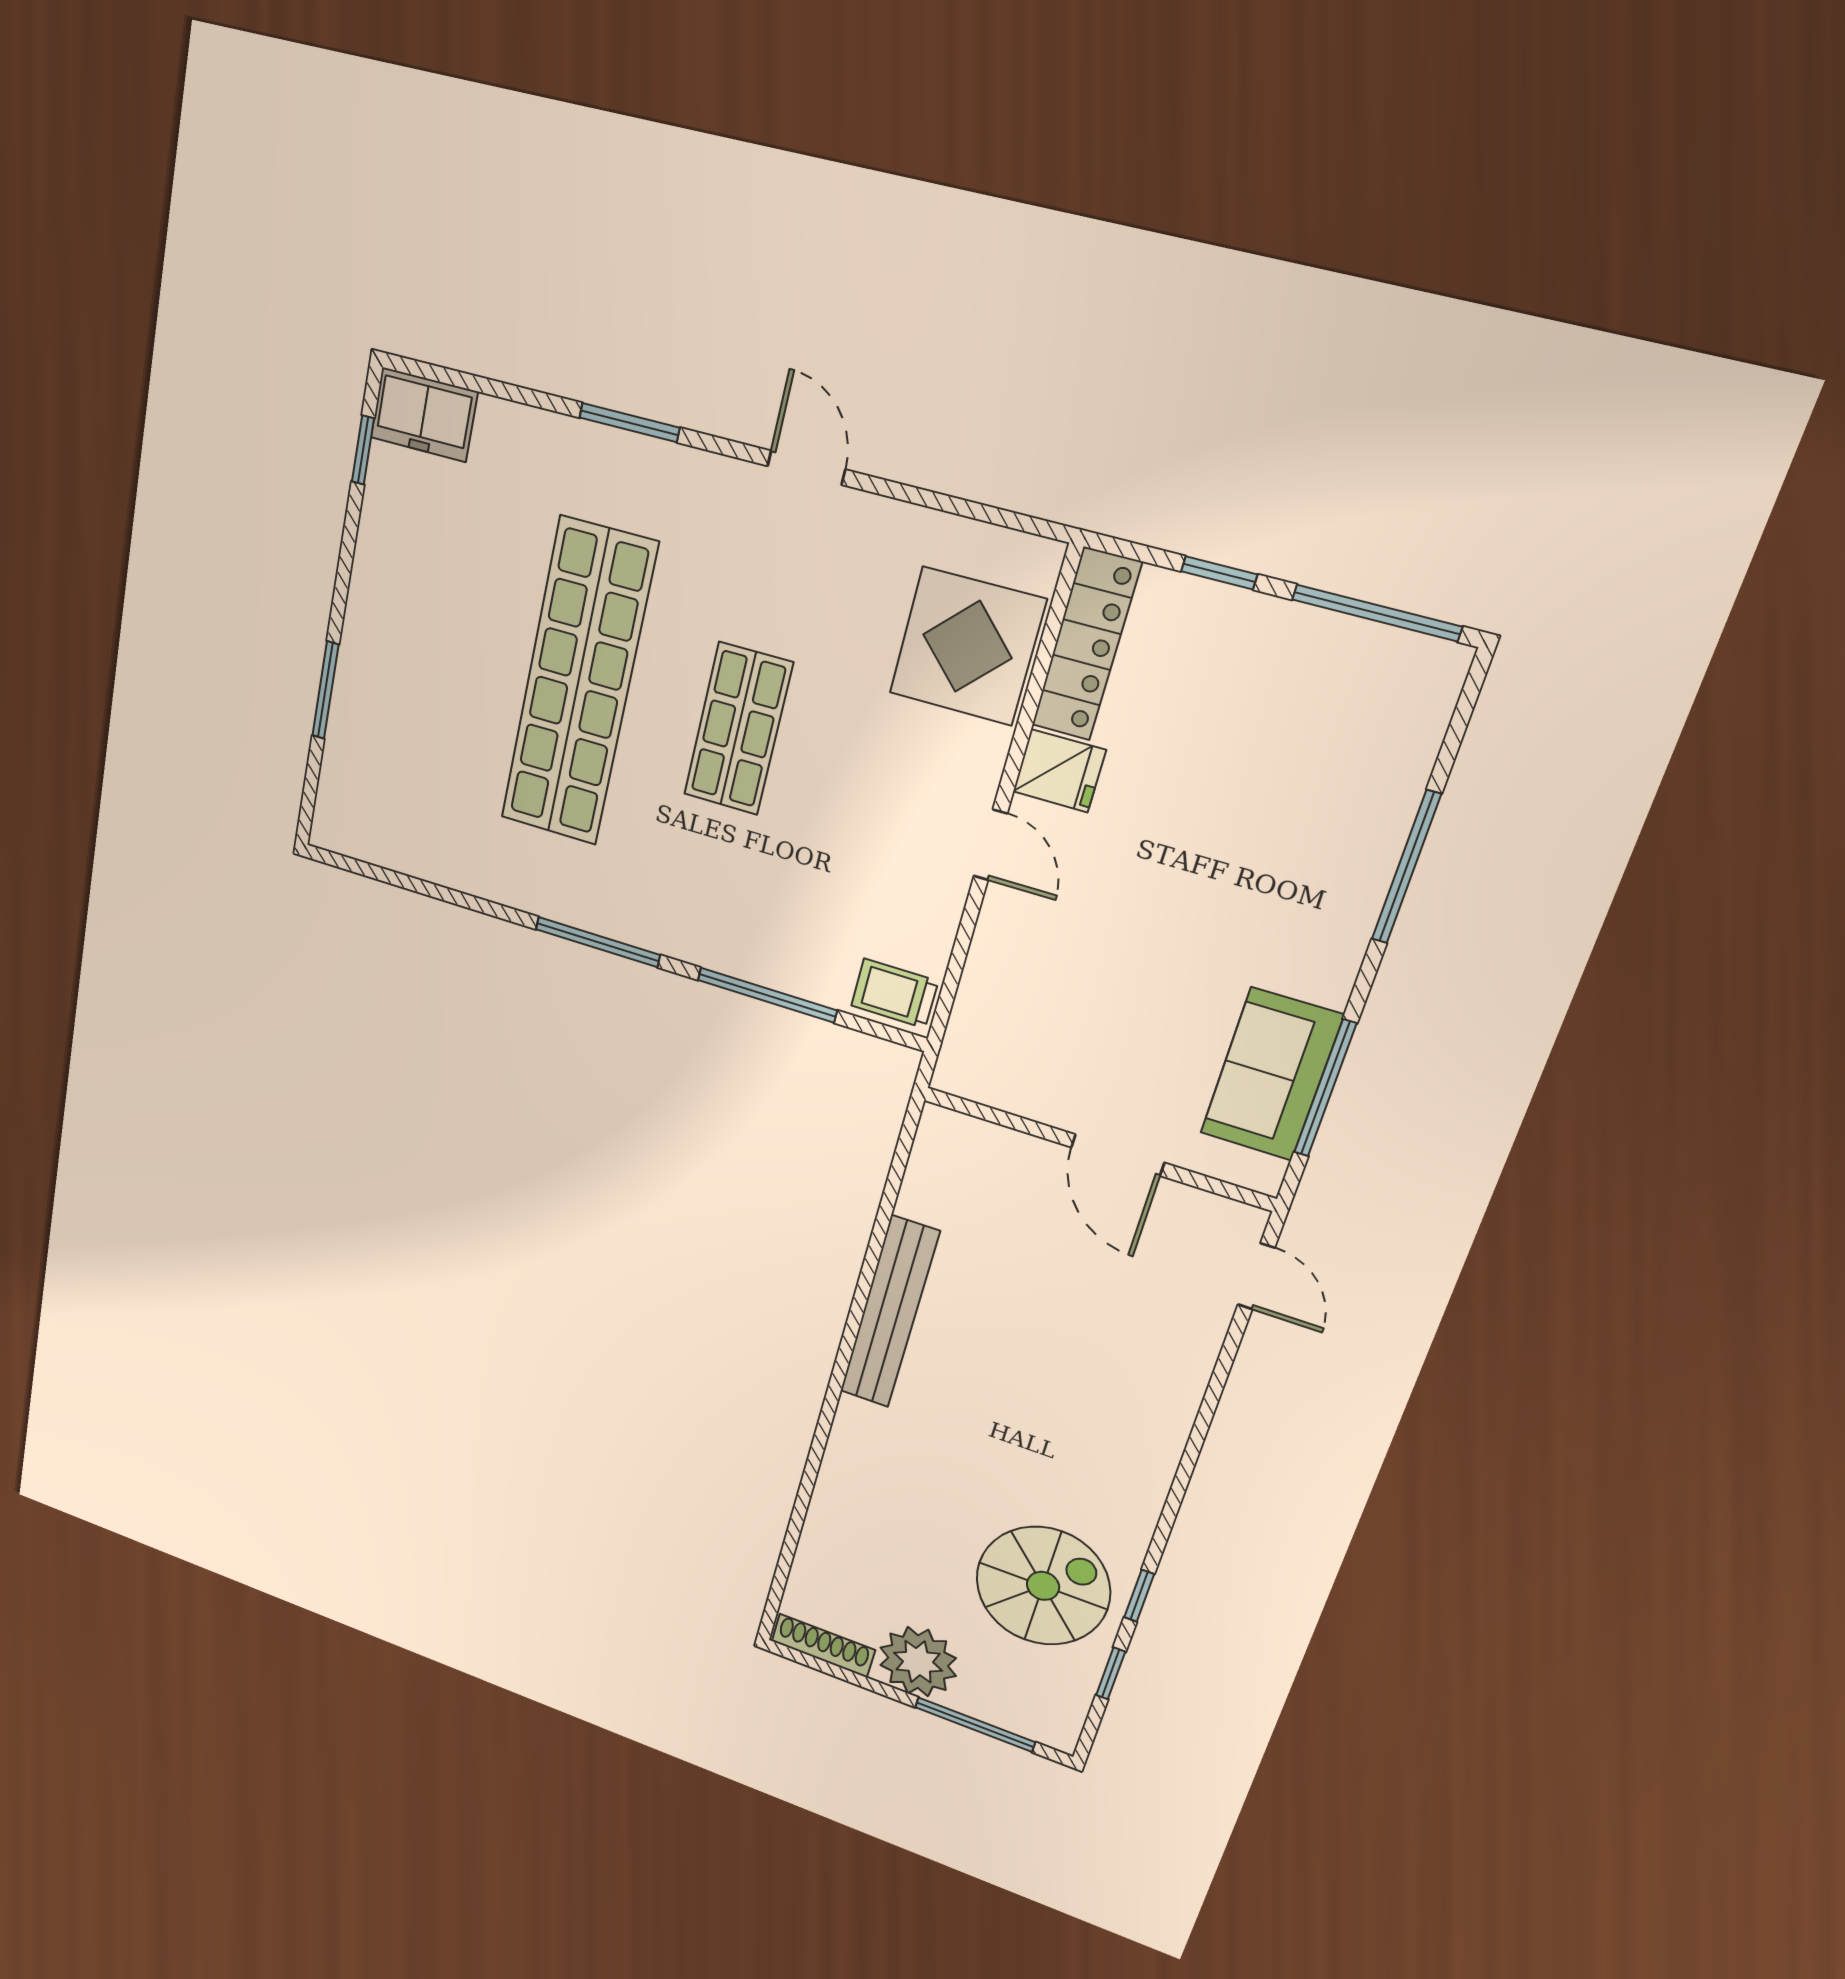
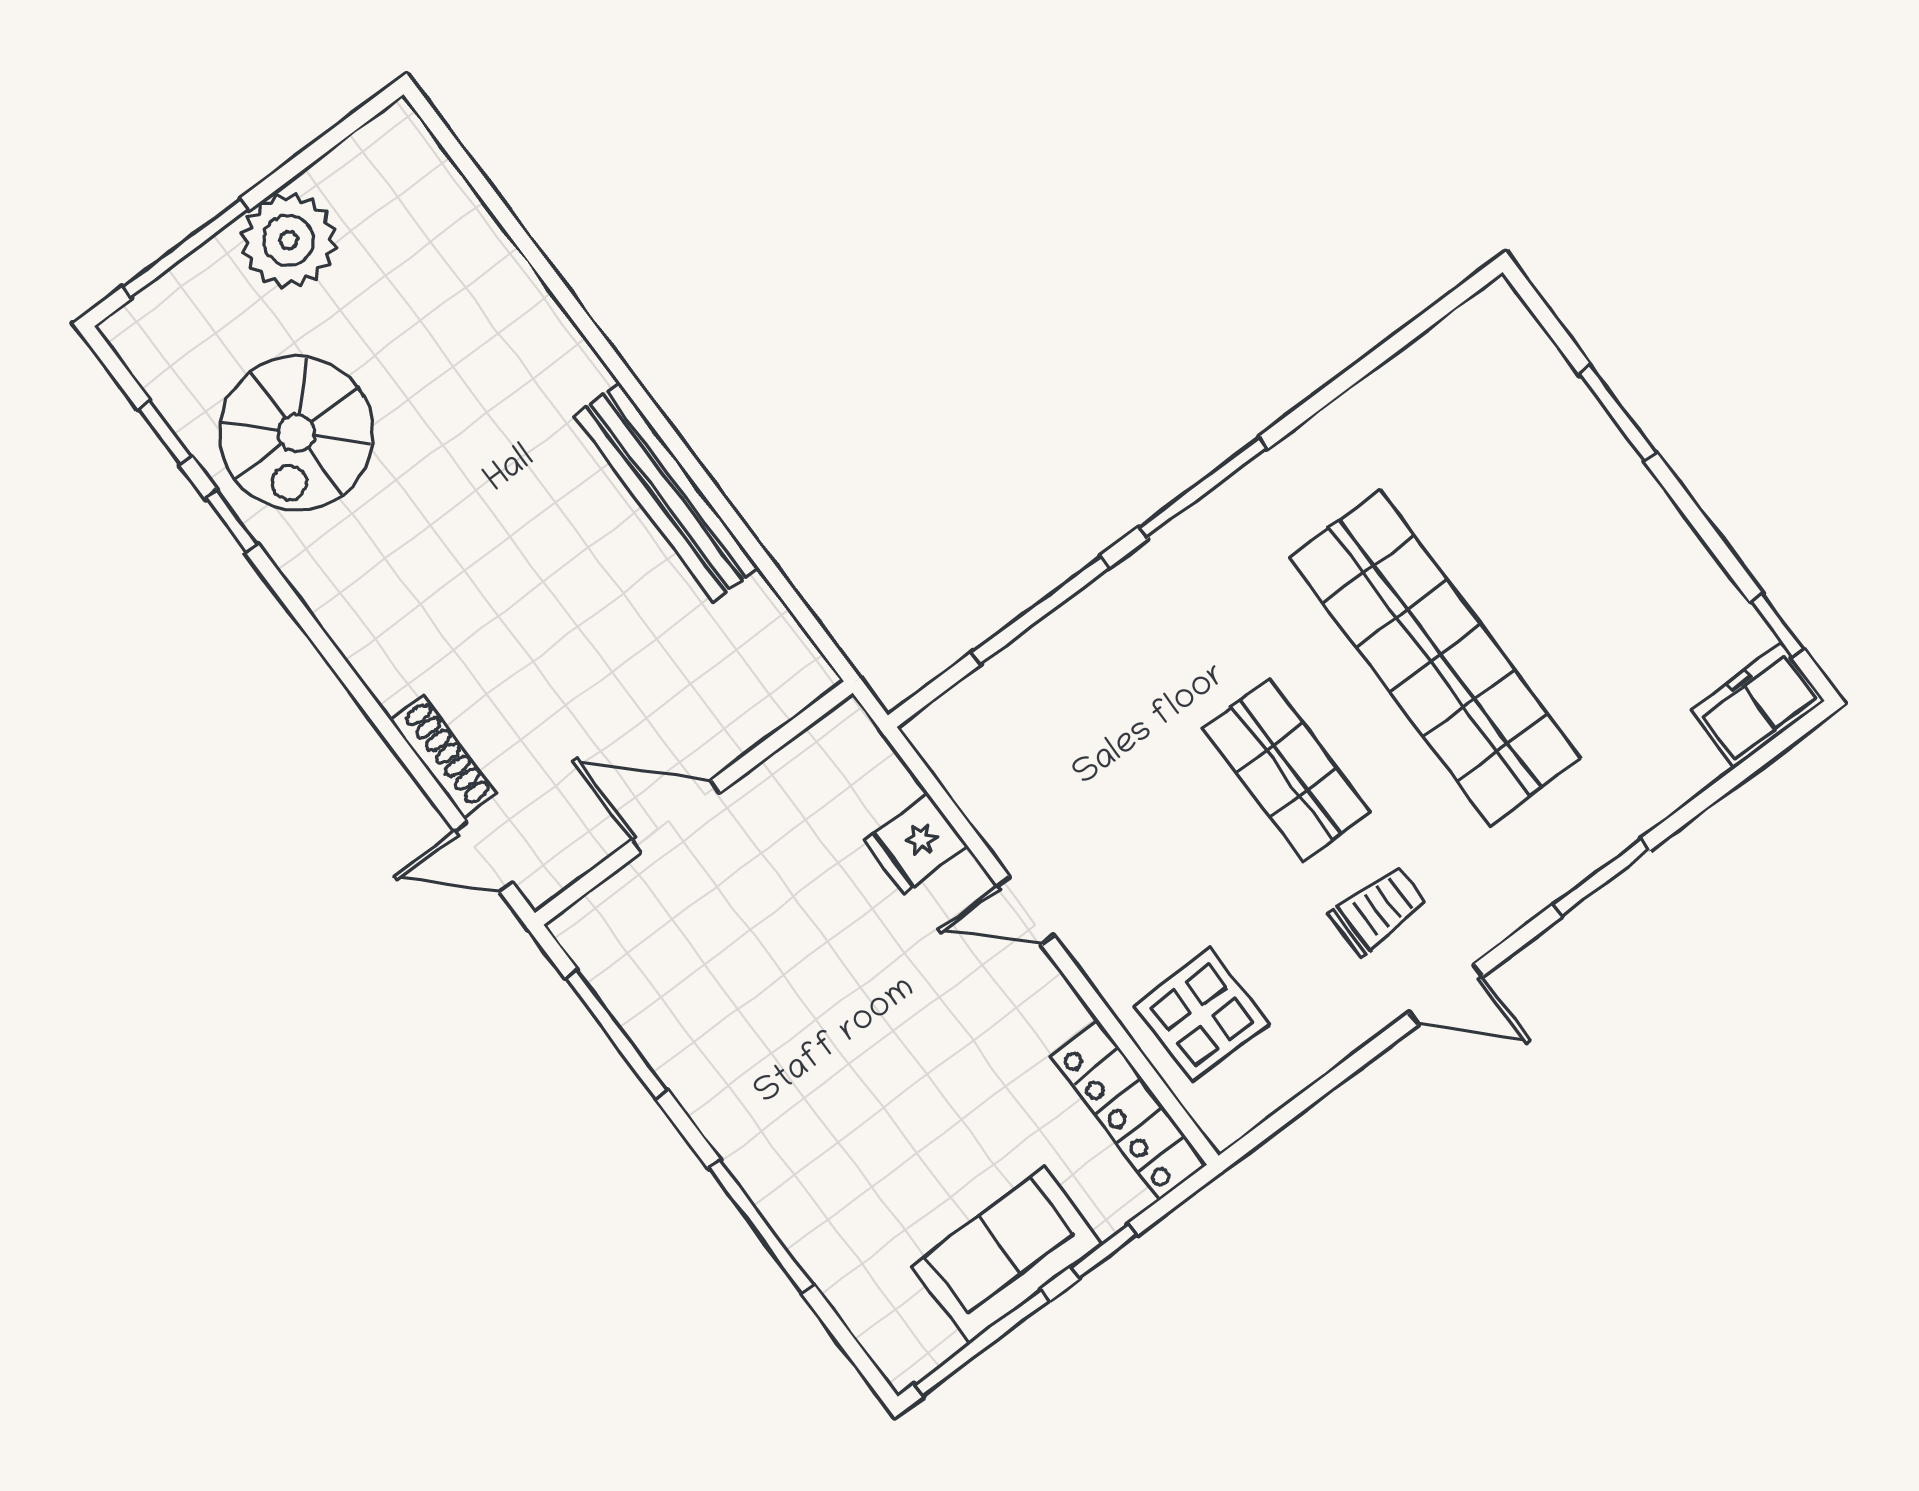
display table: (967, 646) -> (1202, 1015), width x0.73, depth x0.73
fridge: (1059, 771) -> (916, 843), moved
trolley: (894, 993) -> (1378, 910), moved
sofa: (1271, 1074) -> (1007, 1255), moved, turned -90
shoe rack: (823, 1646) -> (443, 757), moved, turned -90

